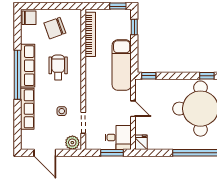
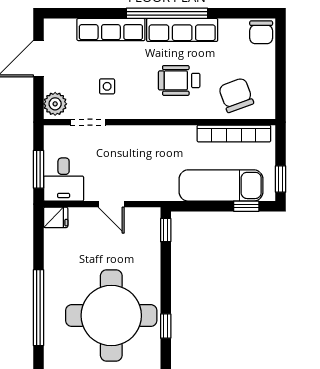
chair: (55, 28) -> (236, 95), moved
exam couch: (122, 65) -> (221, 185), moved
wheelchair: (58, 67) -> (179, 80), turned 180
door: (133, 109) -> (111, 204), hinge flipped

